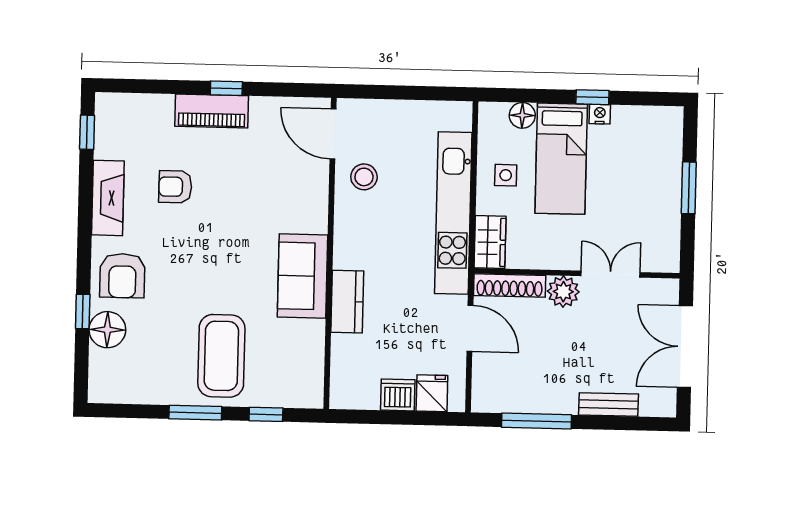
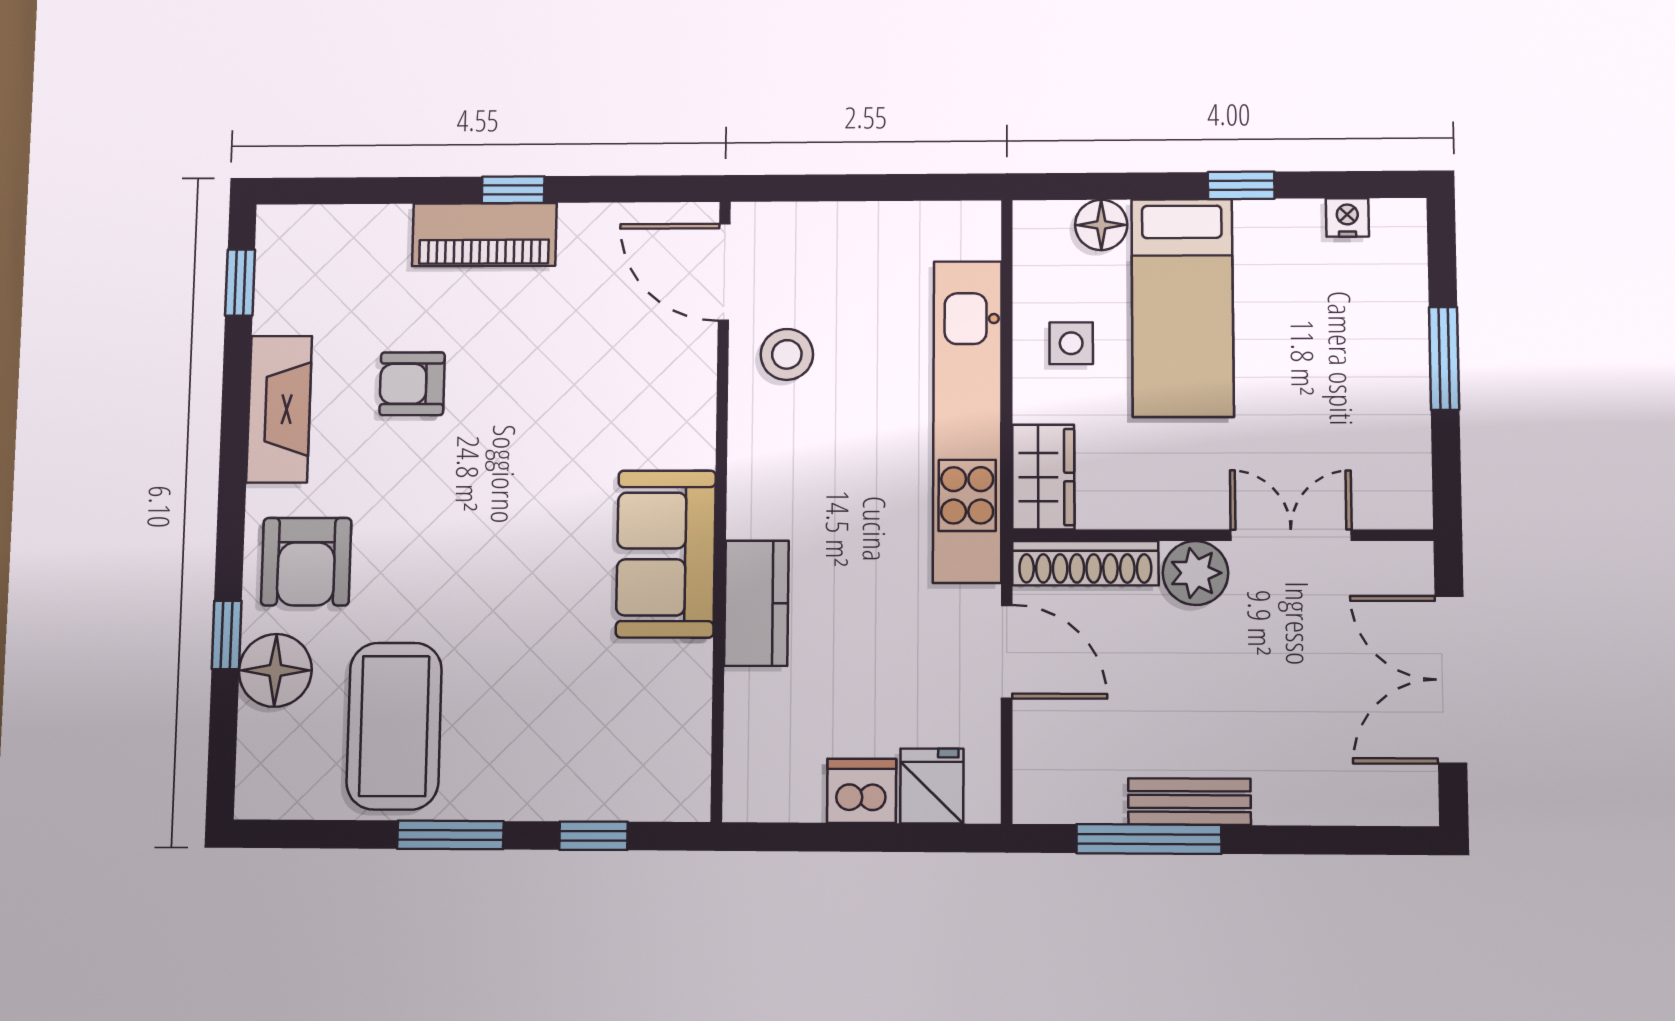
nightstand: (600, 114) -> (1347, 218), moved
coffee table: (221, 356) -> (394, 726), moved
bench: (608, 405) -> (1189, 802), moved

